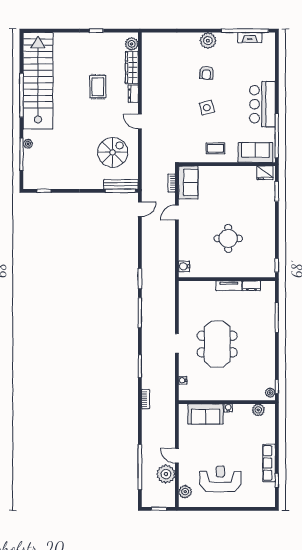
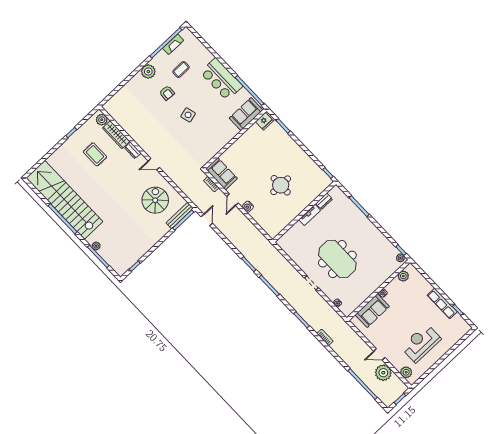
rug: (98, 87) -> (95, 154), moved
coffee table: (215, 148) -> (181, 69), moved
water cooler: (184, 266) -> (248, 207), moved

